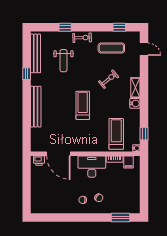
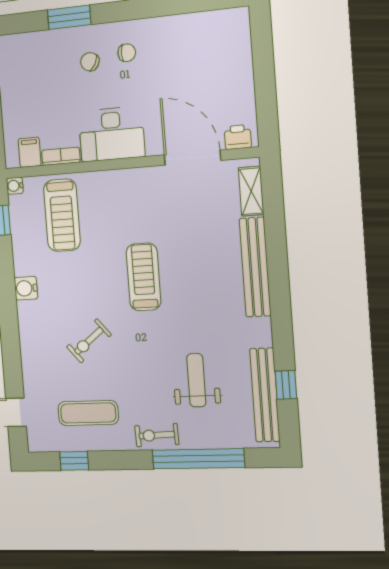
window: (65, 27) -> (198, 459), width x3.17
window: (27, 74) -> (286, 385), moved
shelving: (135, 88) -> (251, 191), moved
treadmill: (83, 105) -> (144, 277), turned 180
window: (121, 217) -> (69, 17), moved

